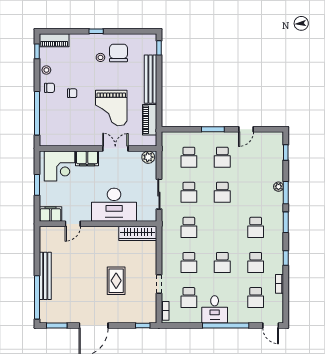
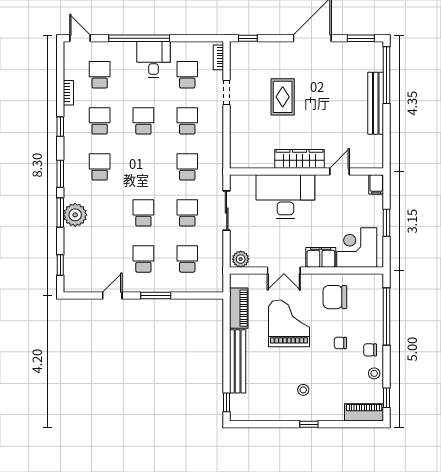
chair: (118, 53) -> (335, 297), moved, turned 90
plant: (278, 187) -> (75, 215), width x1.88, depth x1.88
filing cabinet: (50, 214) -> (376, 184), width x0.50
wardrobe: (138, 233) -> (299, 159), moved

